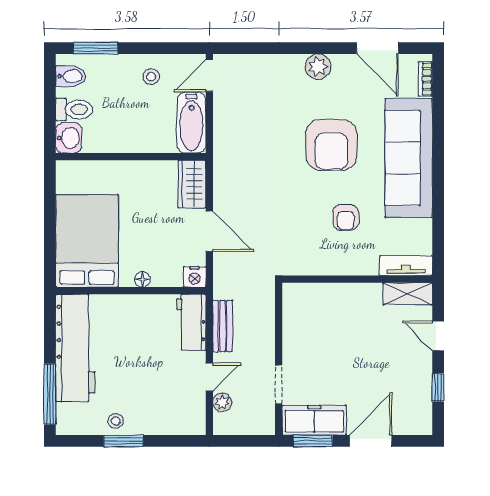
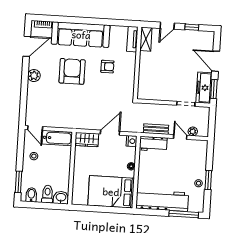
armchair: (331, 145) -> (72, 71), turned -90

